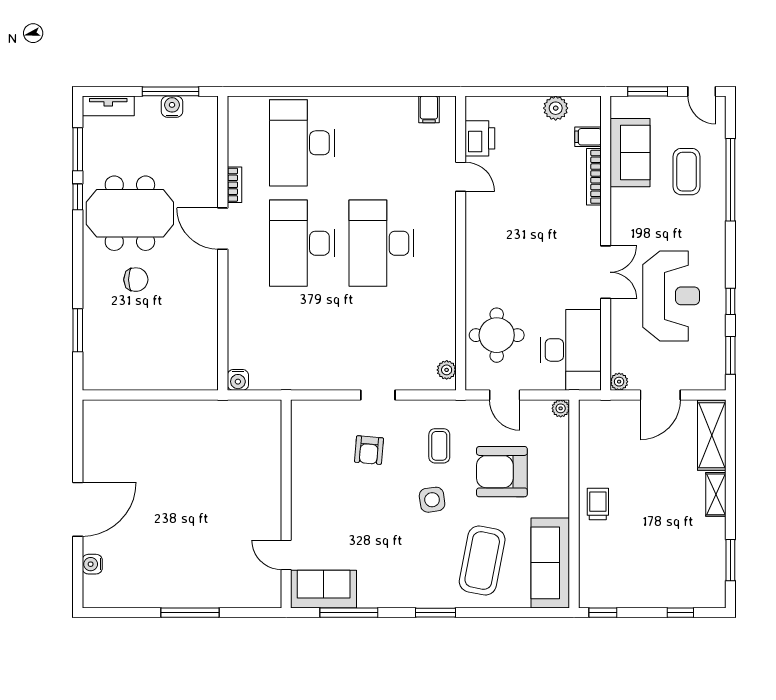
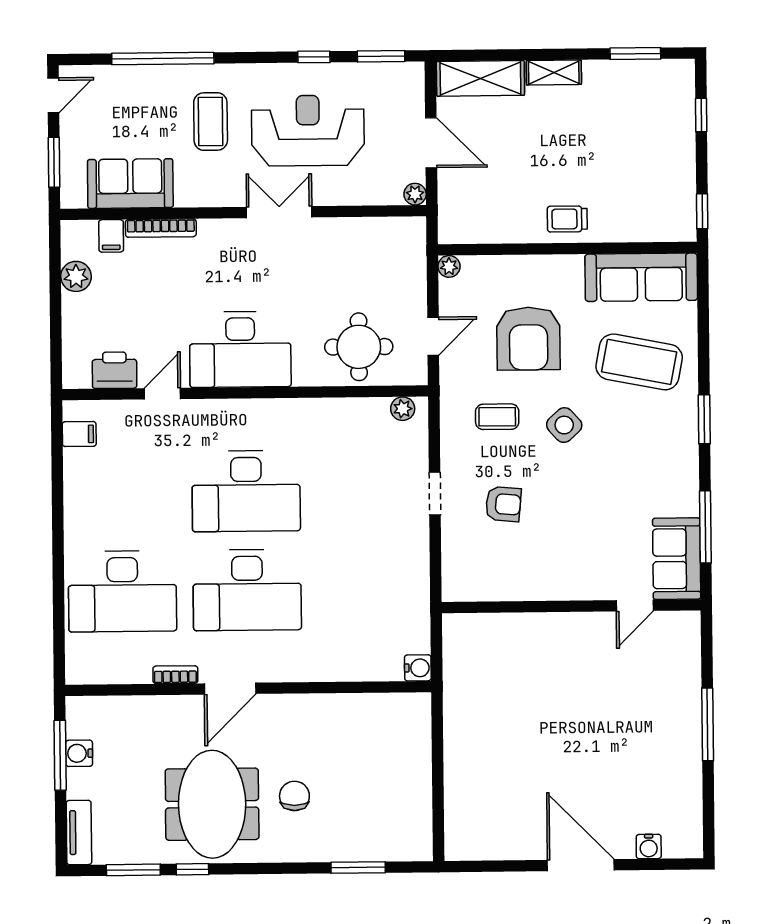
coffee table: (687, 172) -> (211, 121), moved, turned 90
desk: (571, 350) -> (240, 349), moved, turned 180
side table: (432, 500) -> (564, 425), turned -34

